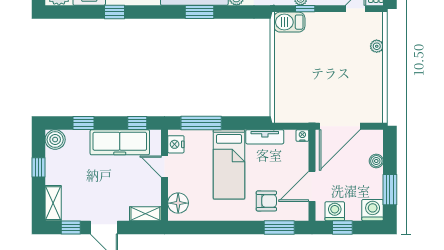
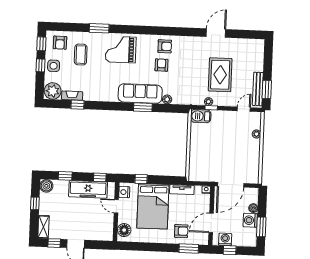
window: (114, 12) -> (77, 105), moved
window: (201, 123) -> (141, 179), width x0.46
bed: (229, 164) -> (153, 206), width x1.50
washing machine: (373, 210) -> (250, 220), moved, turned -90
shelving: (145, 214) -> (103, 236), removed

